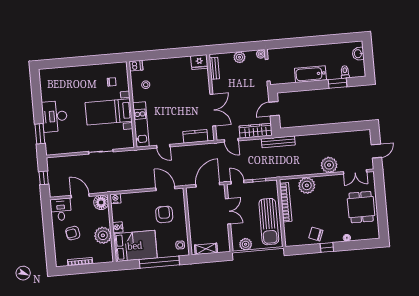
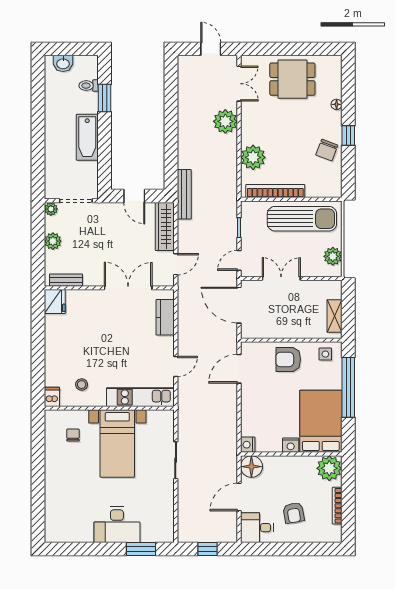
armchair: (164, 214) -> (288, 359), moved
plant: (103, 235) -> (329, 468), moved

